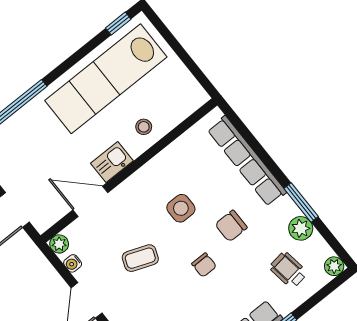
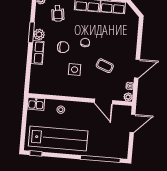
row of seats: (247, 161) -> (37, 52), width x0.50
kitchen sink: (112, 162) -> (36, 104), moved
plant: (301, 228) -> (39, 34), moved

